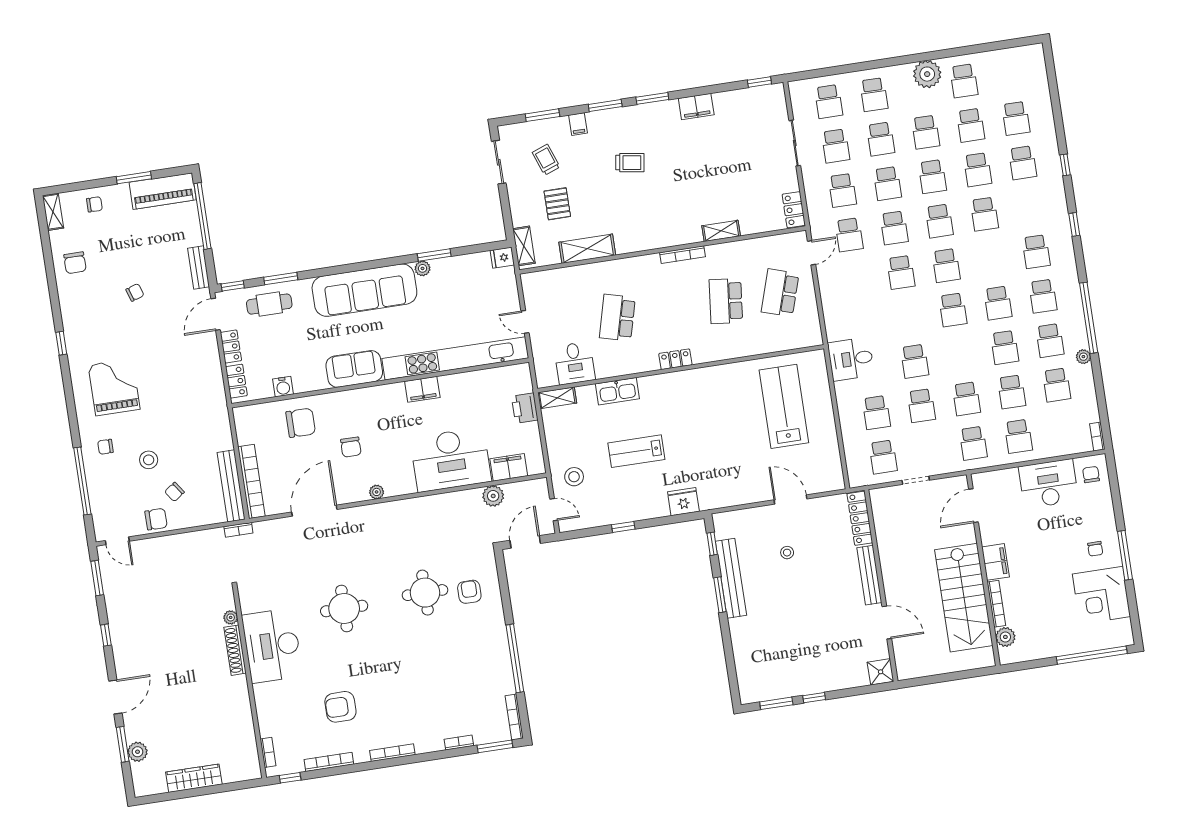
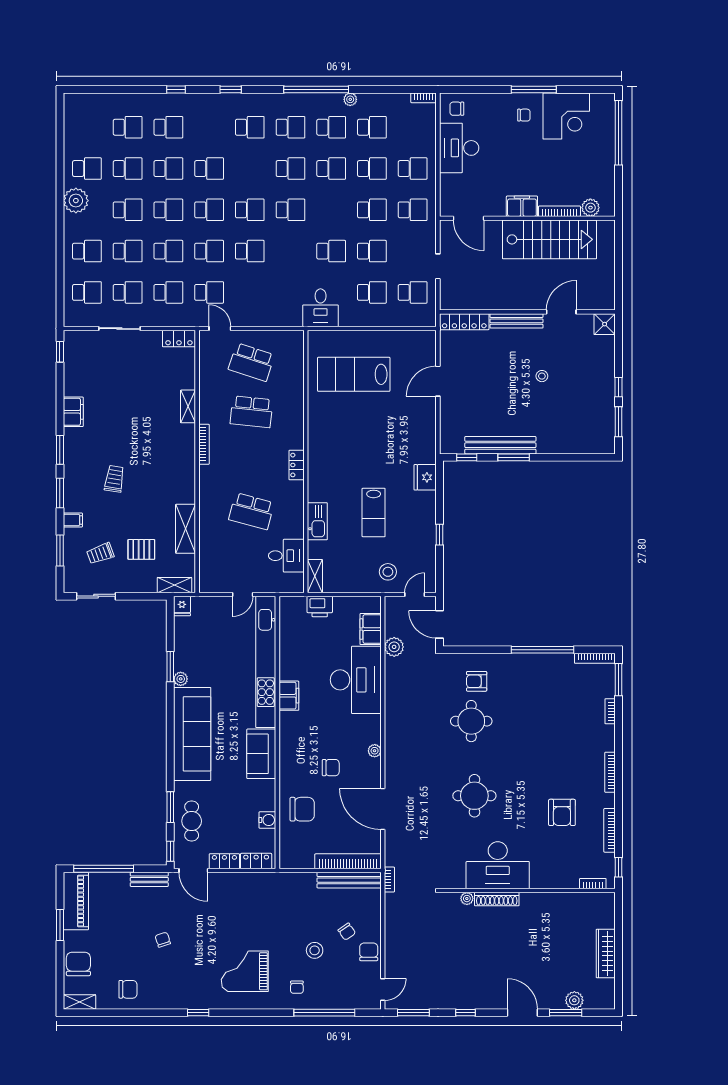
chair: (94, 204) -> (78, 964), width x1.87, depth x1.87
chair: (301, 423) -> (302, 809), turned 90
stool: (787, 553) -> (542, 376), moved

